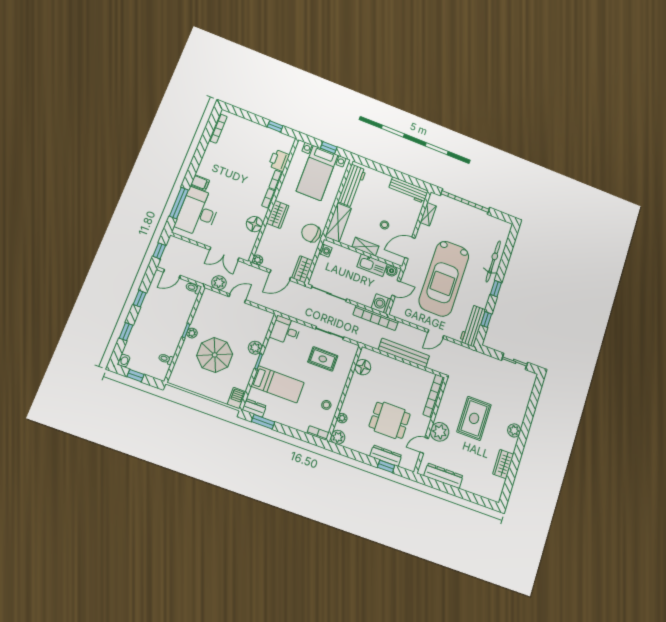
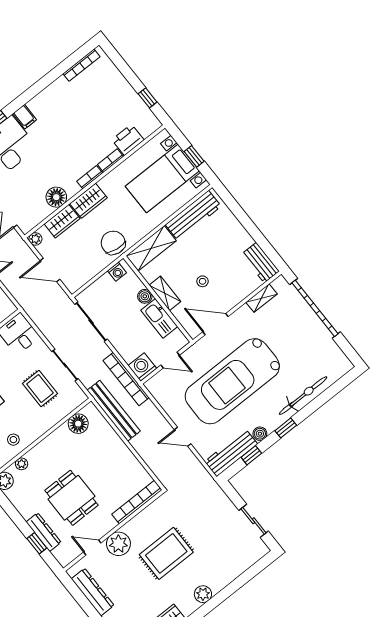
workbench: (408, 190) -> (260, 263), width x0.73
wardrobe: (302, 269) -> (62, 221), moved, turned 180
boiler: (392, 271) -> (145, 296), moved
boiler: (483, 302) -> (260, 434), added
bench: (404, 353) -> (114, 411), moved

